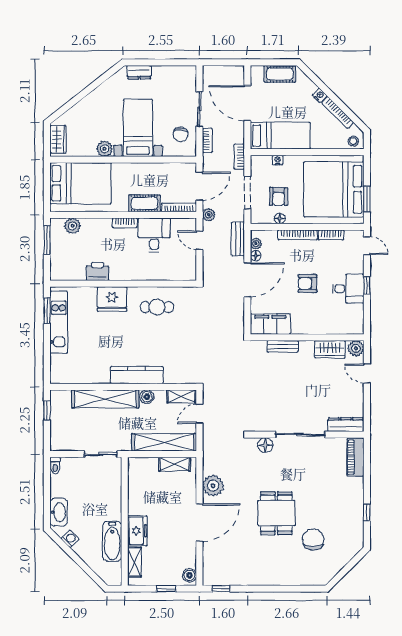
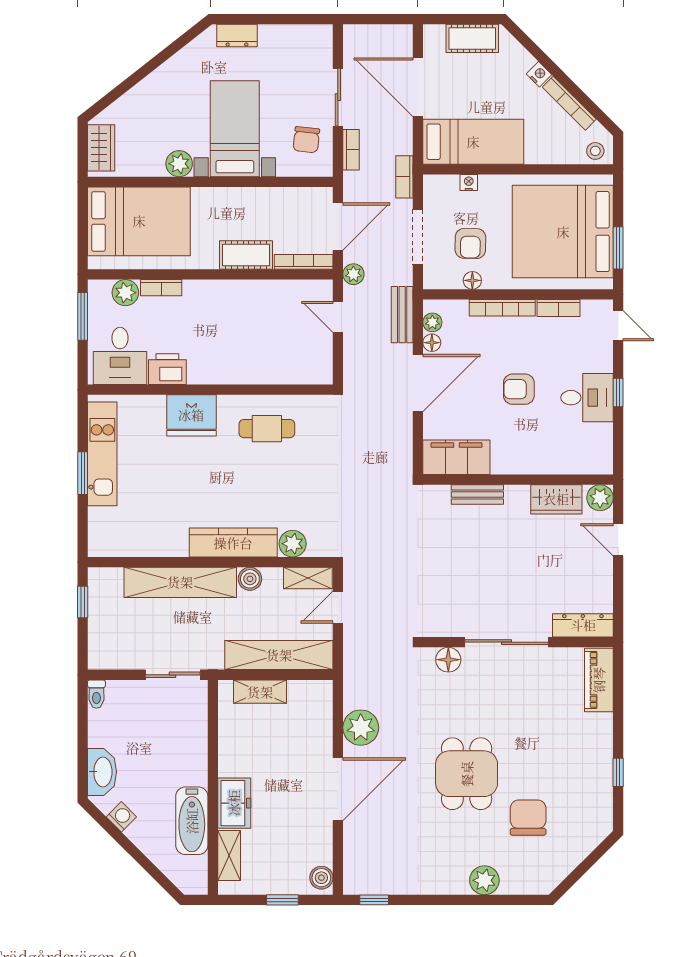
bookcase: (125, 223) -> (161, 288), moved
desk: (154, 235) -> (120, 356), moved, turned 180
window: (47, 311) -> (83, 473), moved
plant: (172, 376) -> (293, 544), added
shelving: (175, 464) -> (260, 692), moved
plant: (287, 577) -> (484, 880), added

